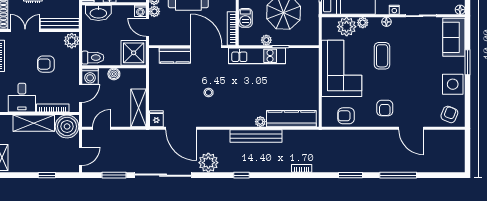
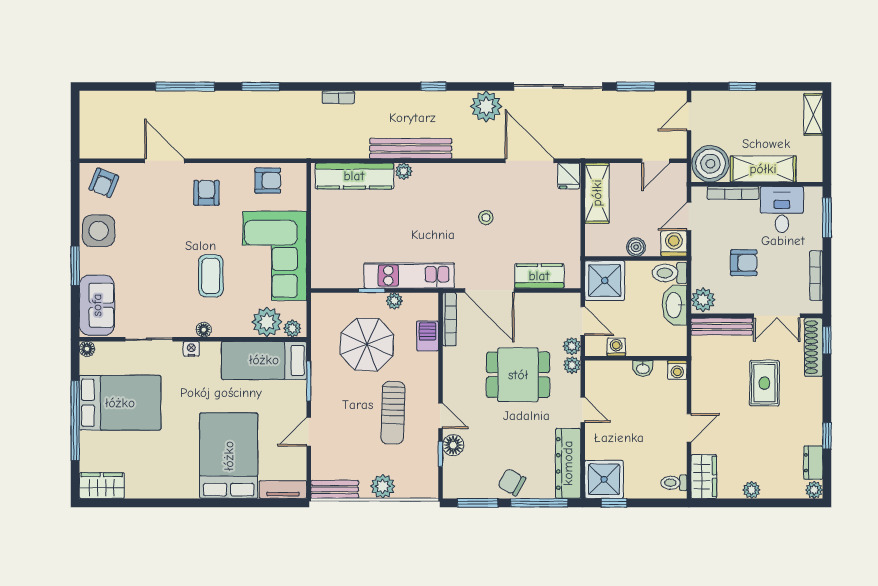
washing machine: (140, 11) -> (616, 347), moved
washbasin: (98, 13) -> (675, 305), moved, turned -90
plant: (363, 23) -> (292, 328), moved

